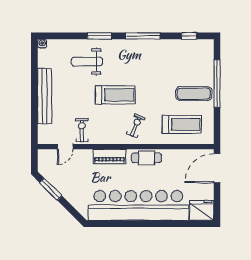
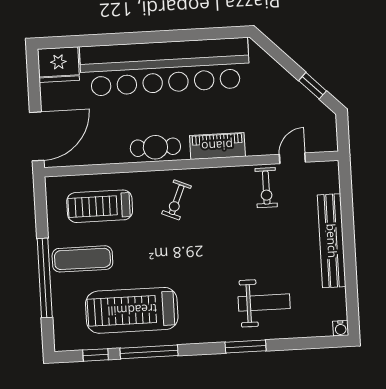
window: (143, 36) -> (149, 352), moved
treadmill: (115, 95) -> (132, 310), moved, width x1.37, depth x1.38
window: (51, 189) -> (313, 86), width x0.67

